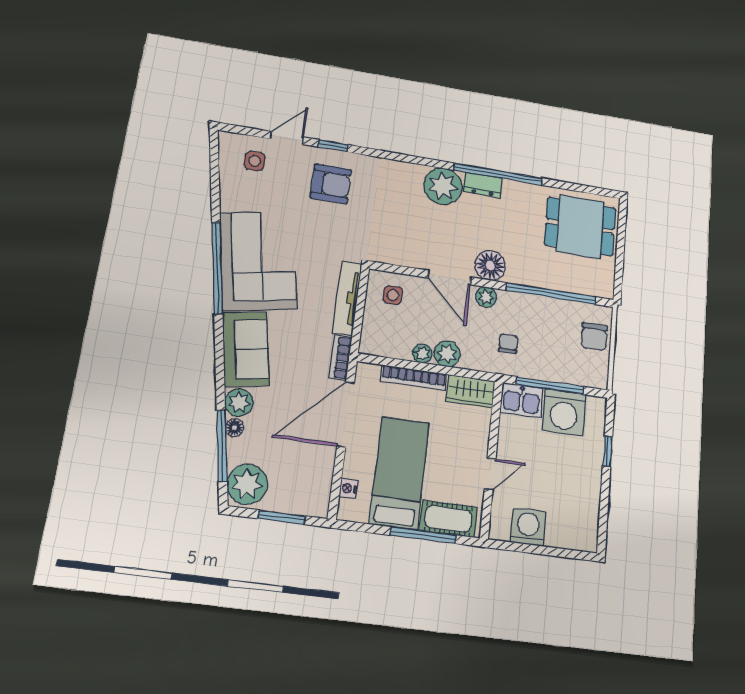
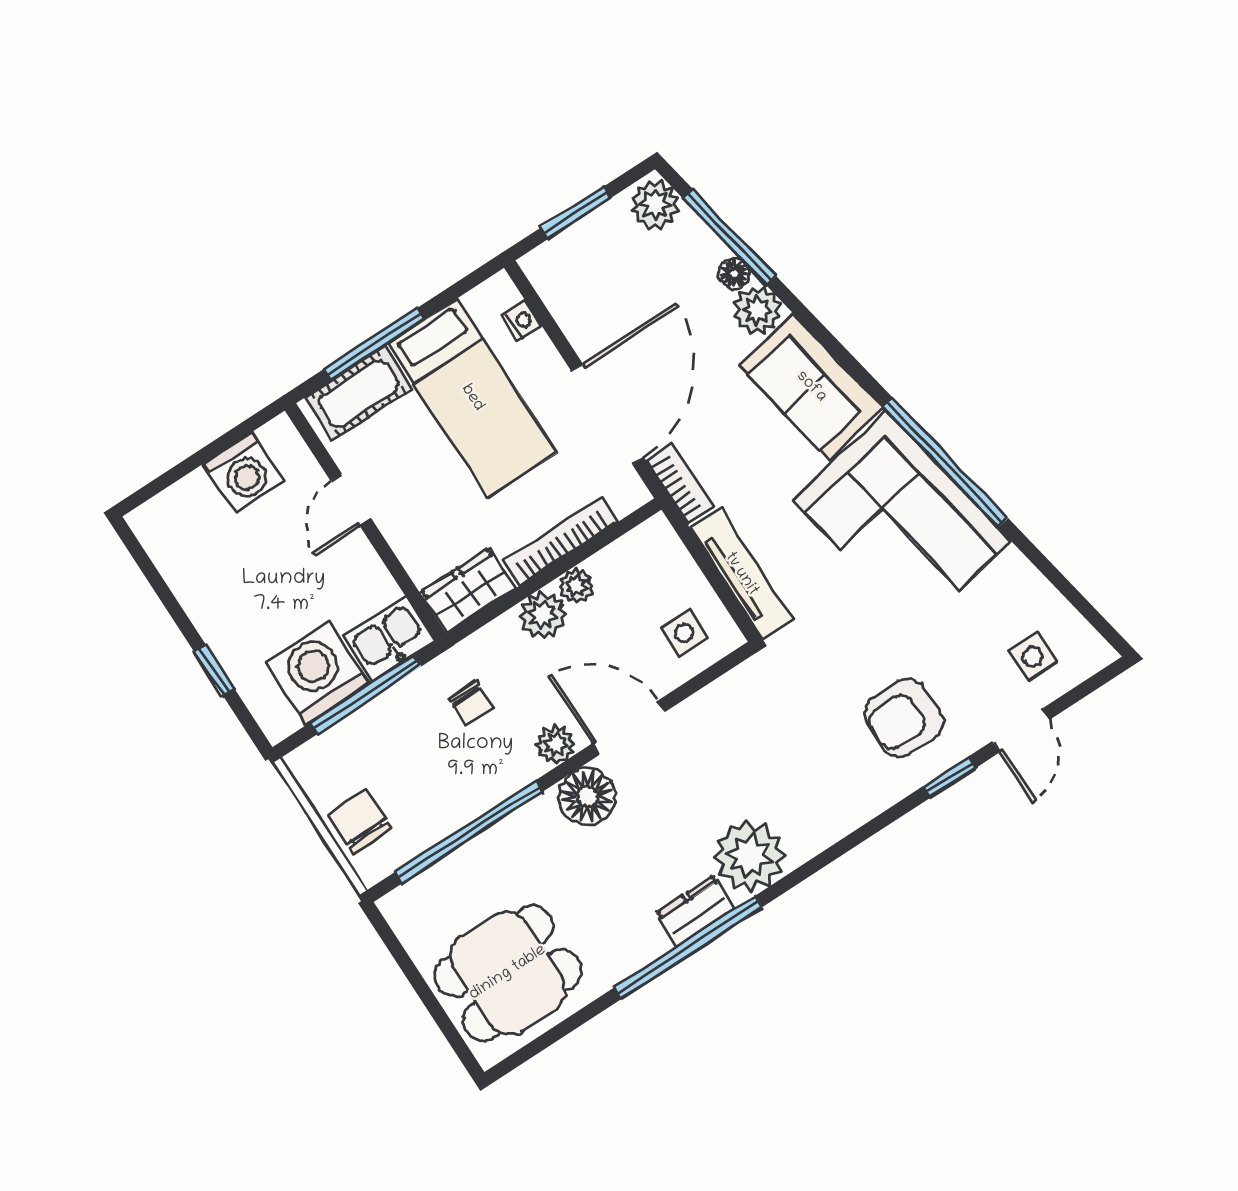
plant: (247, 484) -> (655, 204), width x0.73, depth x0.73

